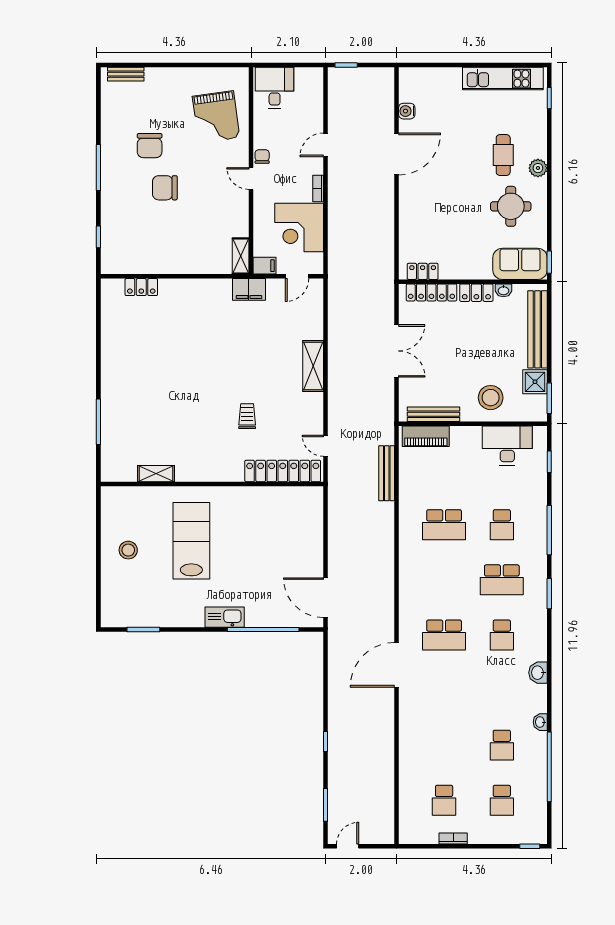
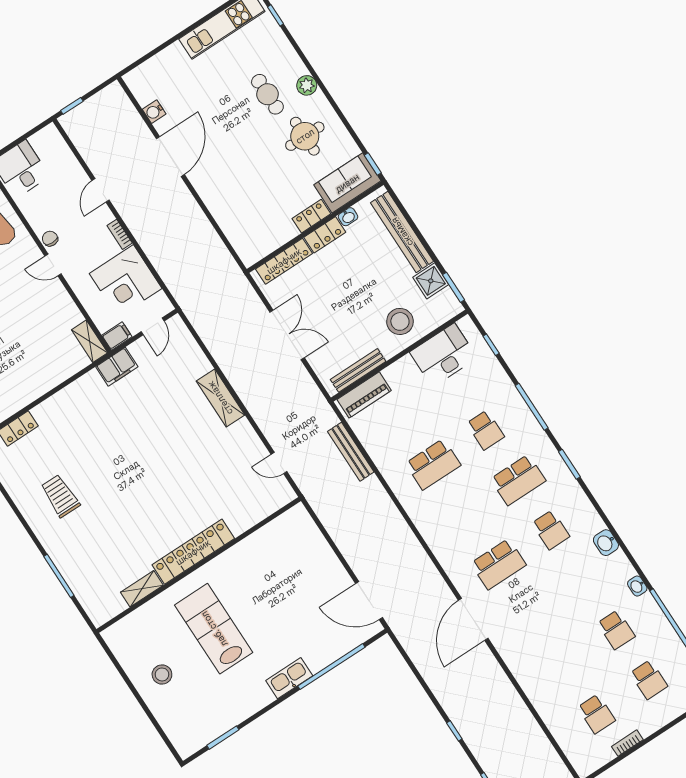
locker: (423, 271) -> (311, 216), moved
trolley: (247, 416) -> (60, 496), moved, width x1.36, depth x1.39
locker: (283, 471) -> (193, 552), moved

